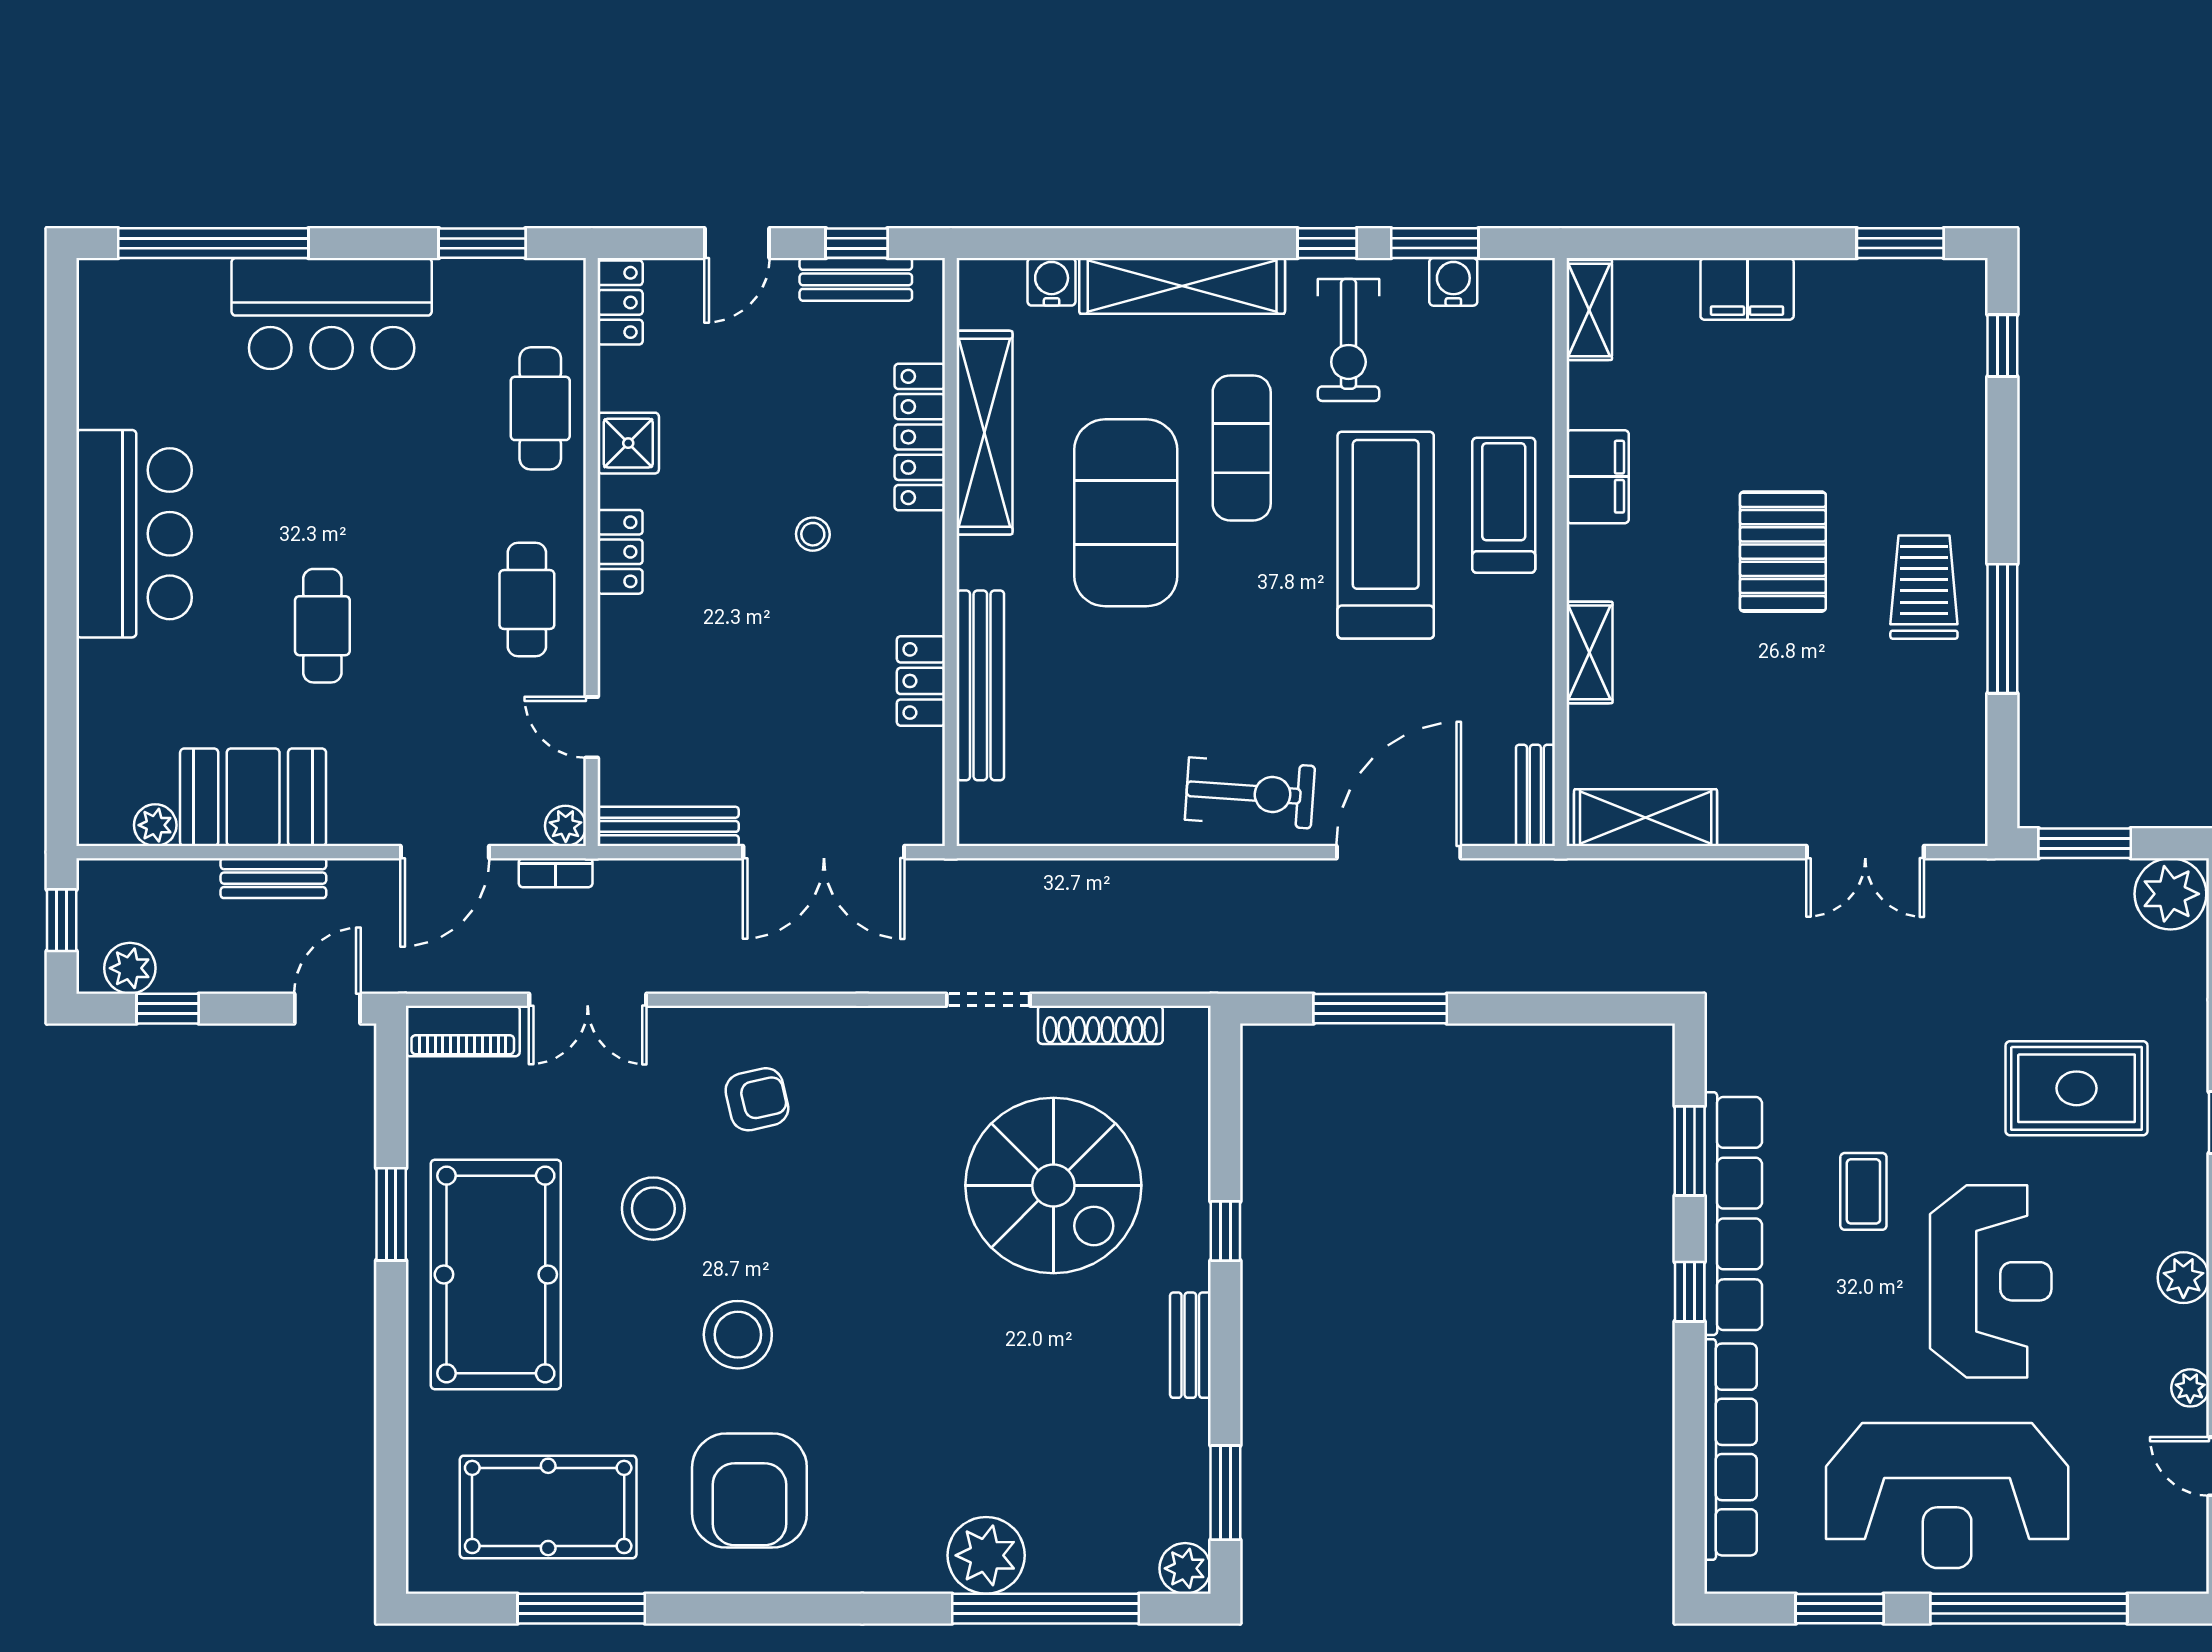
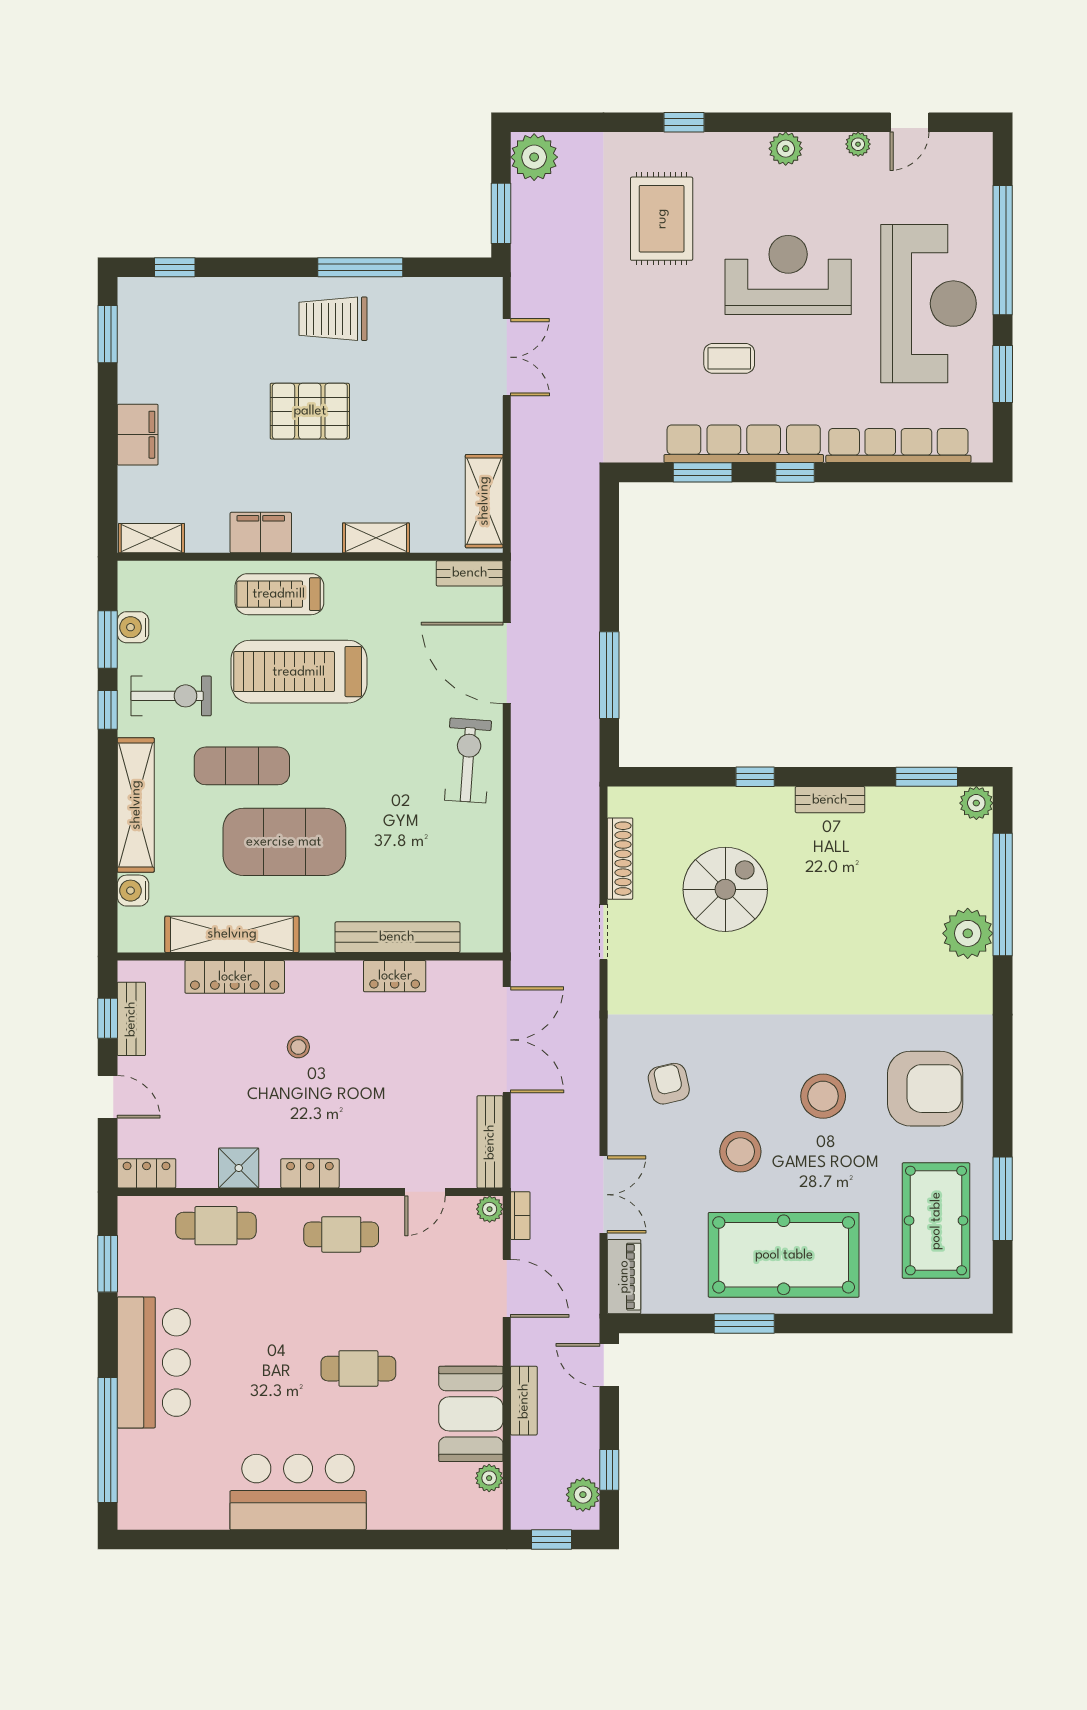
spiral stairs: (1053, 1185) -> (725, 889), width x0.73, depth x0.73

